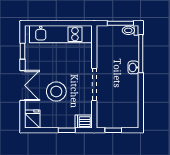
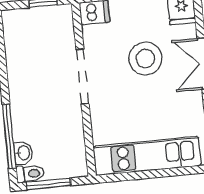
washbasin: (133, 67) -> (23, 153), moved

